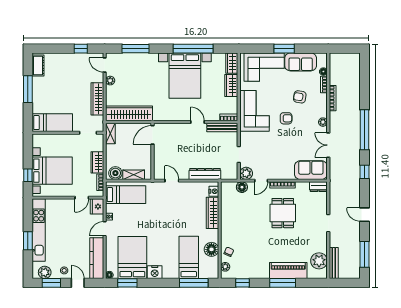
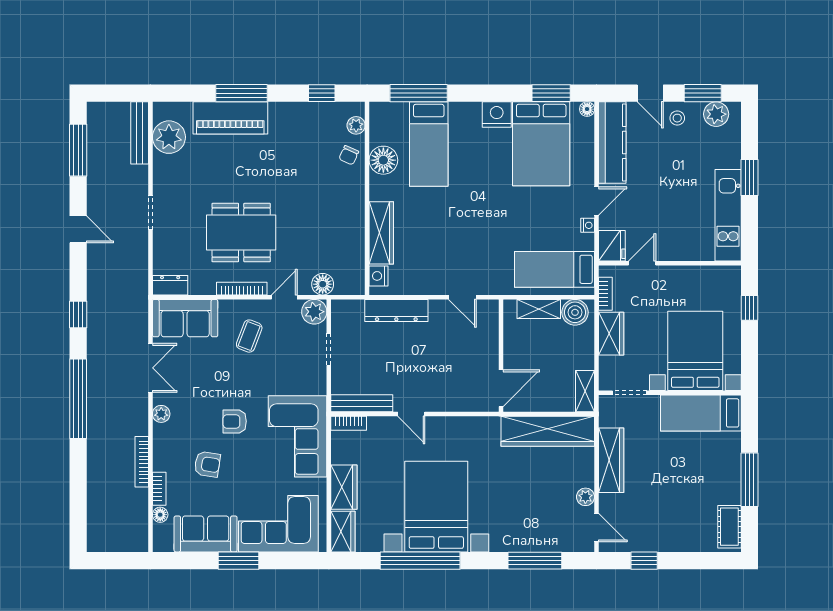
coffee table: (279, 161) -> (249, 336), added
bed with nightstands: (52, 171) -> (695, 351), moved, turned 90
dining table: (283, 213) -> (241, 233), width x1.38
kitchen unit: (39, 230) -> (728, 215), width x0.73

